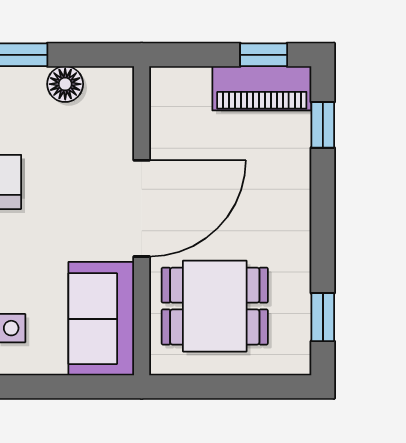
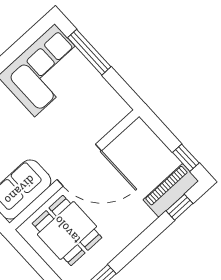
floor lamp: (65, 84) -> (101, 89), removed
piano: (262, 88) -> (171, 190), moved, turned 90

